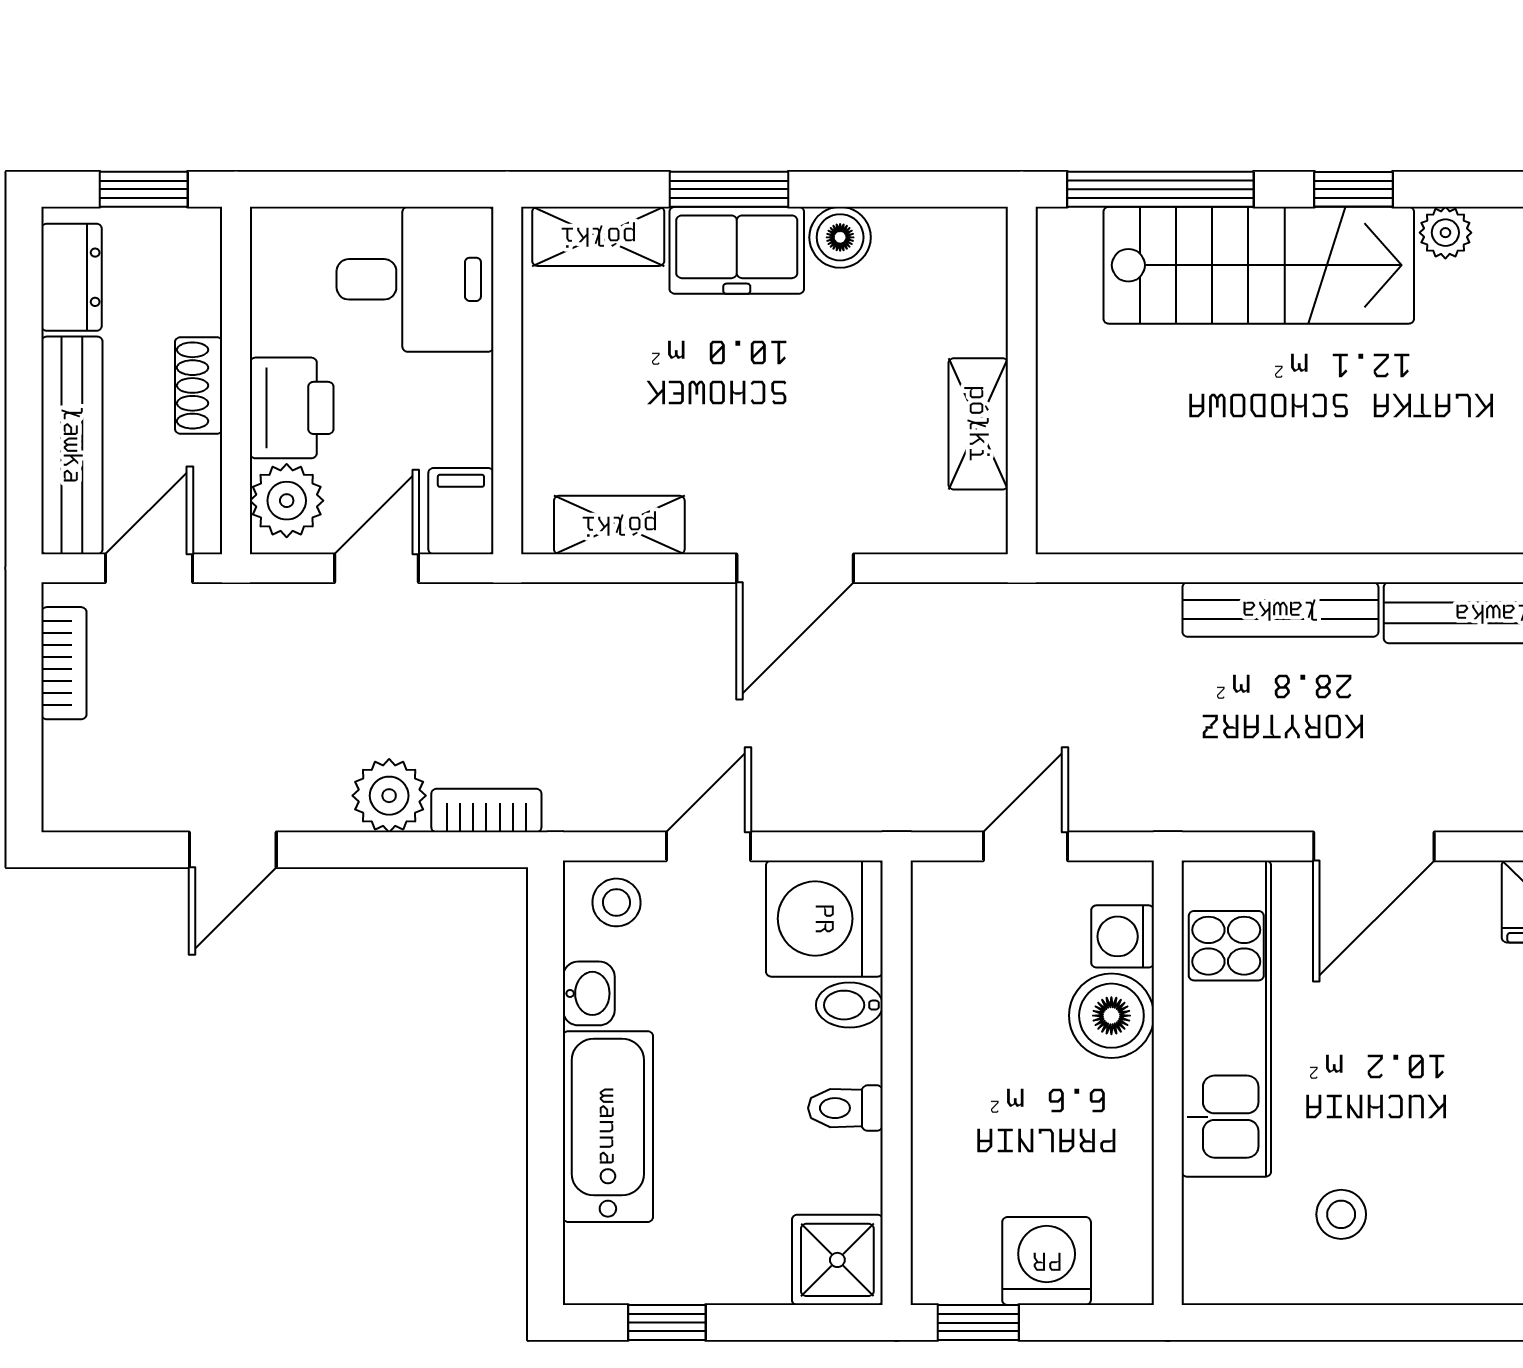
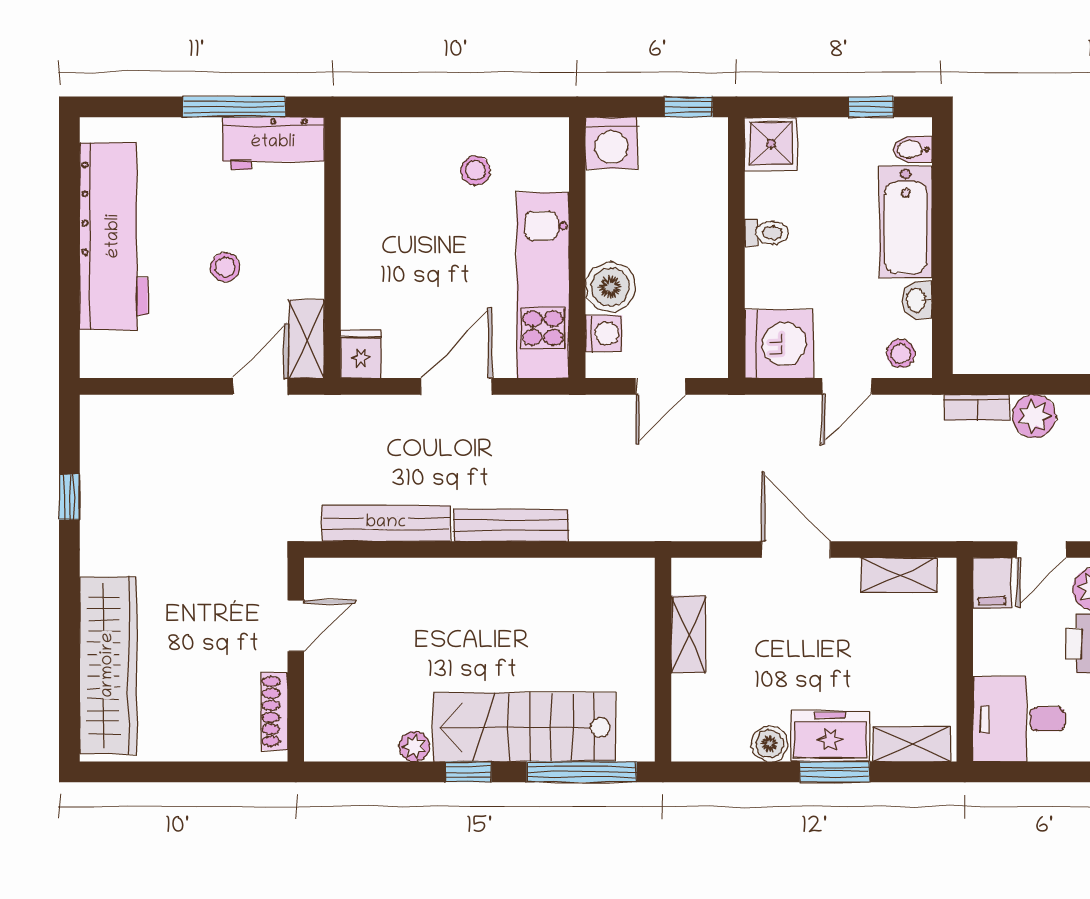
door: (795, 568) -> (796, 550), hinge flipped
bidet: (849, 1005) -> (913, 149), moved, turned 180
washing machine: (1047, 1261) -> (611, 143), moved

